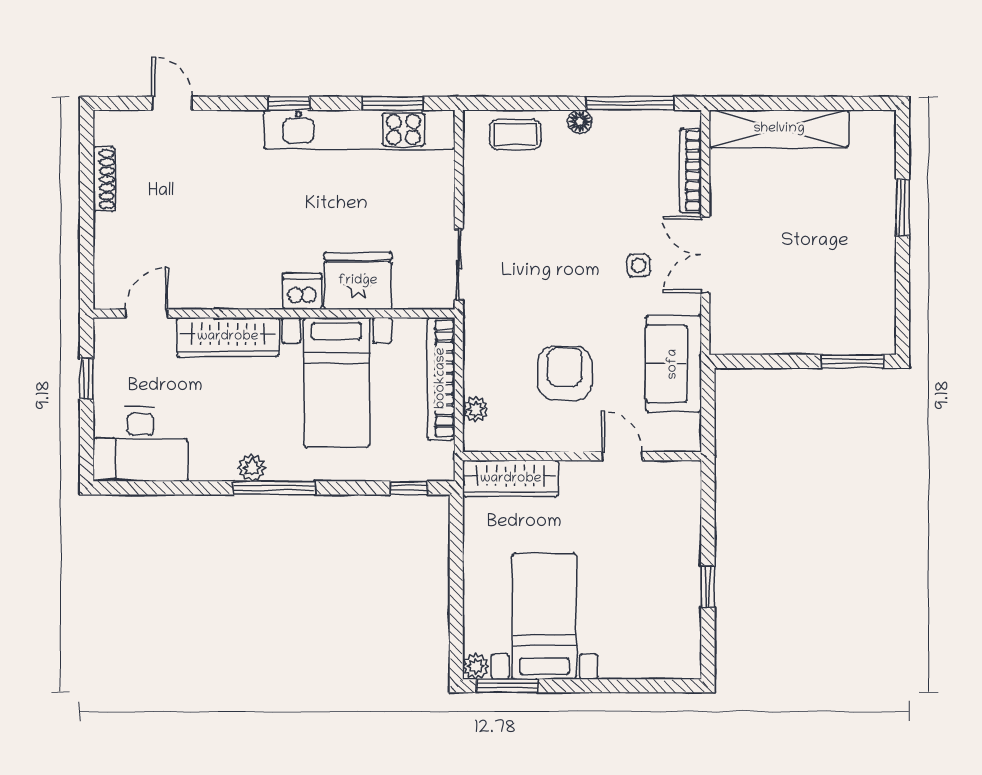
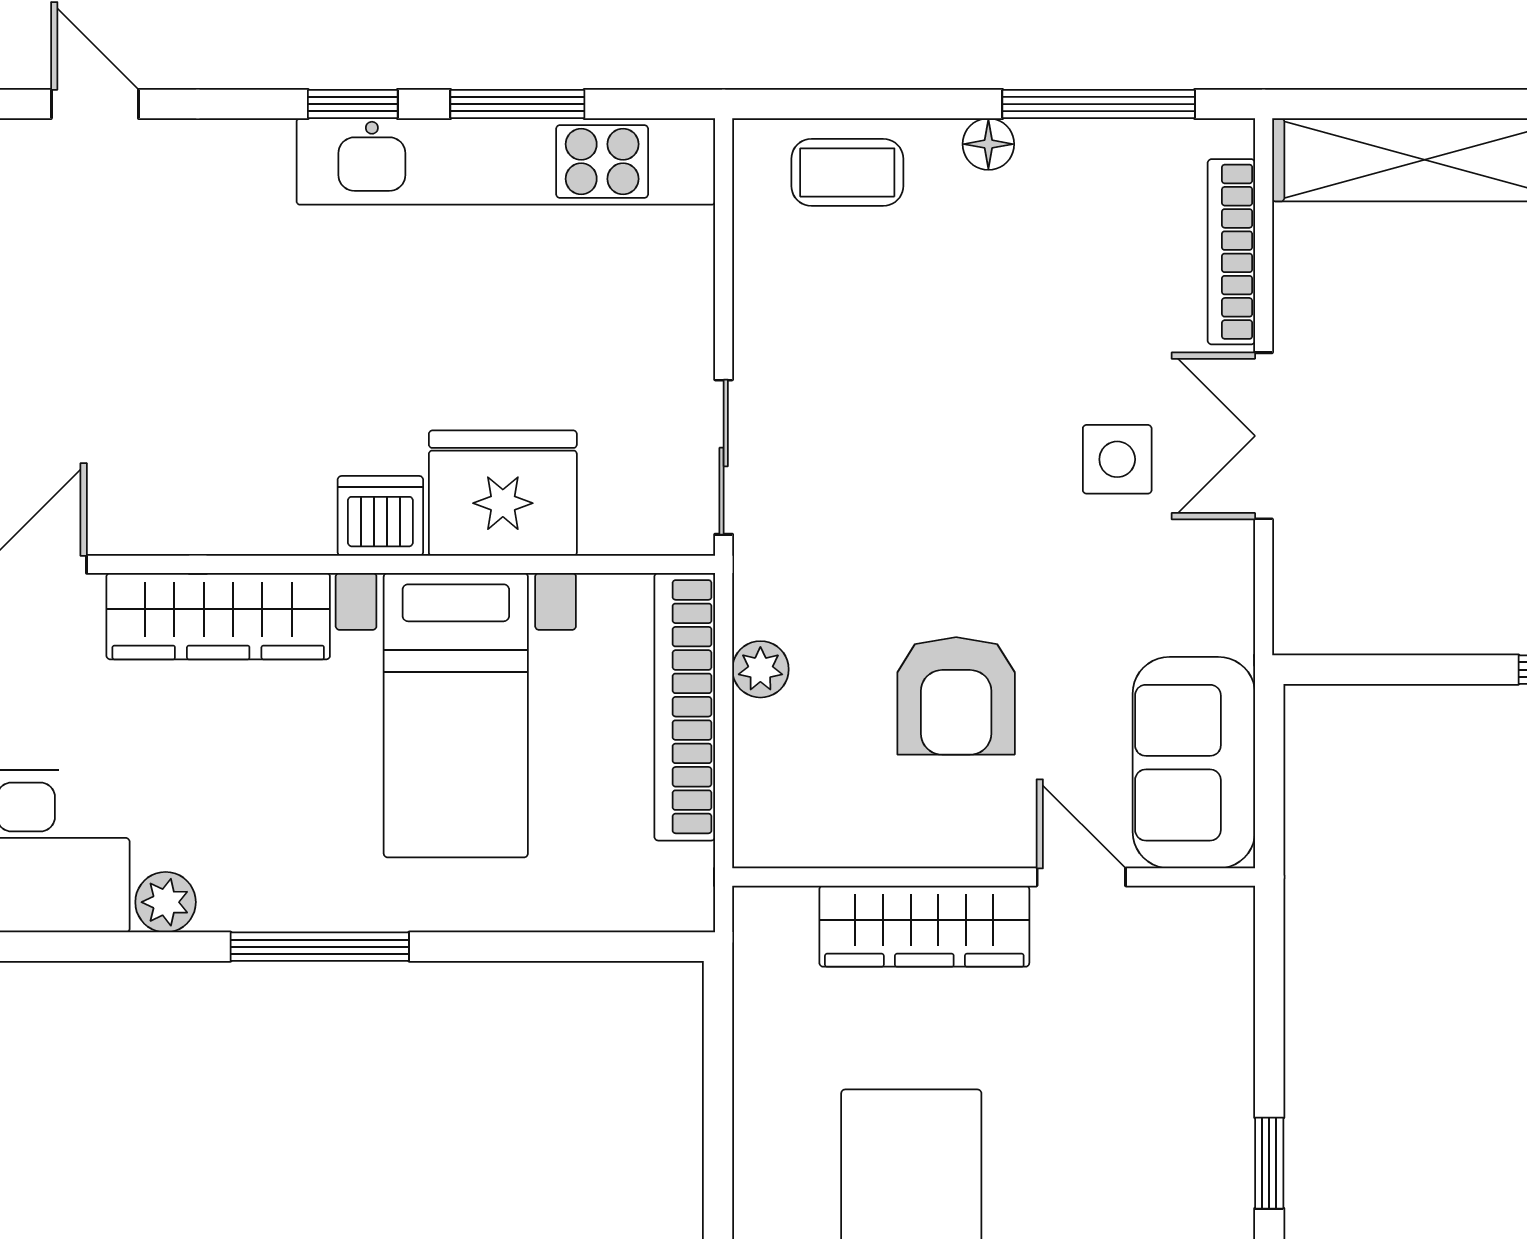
window: (392, 103) -> (517, 104), moved
side table: (638, 265) -> (1117, 459), width x1.37, depth x1.37
sofa: (673, 364) -> (1194, 763), moved
armchair: (565, 373) -> (956, 696), turned 180
plant: (476, 409) -> (760, 669), moved
plant: (252, 468) -> (166, 902), moved
wardrobe: (511, 479) -> (924, 926), moved
window: (409, 488) -> (614, 947), removed

